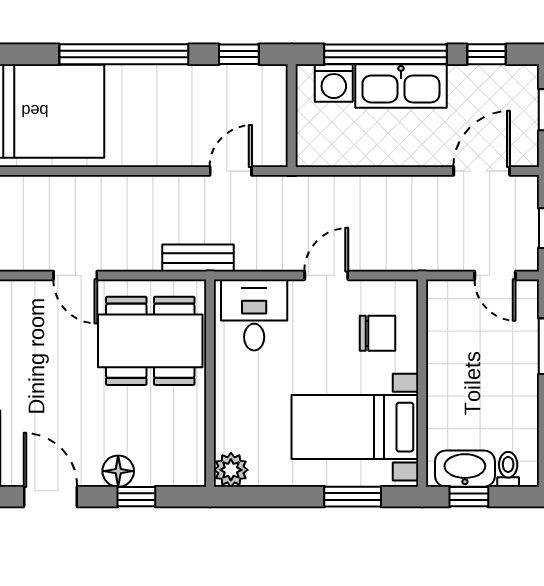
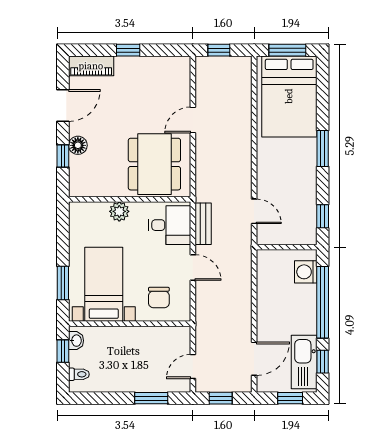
window: (124, 54) -> (323, 149), width x0.47
kitchen sink: (401, 86) -> (304, 362), moved
door: (482, 171) -> (254, 359), hinge flipped
bench: (198, 258) -> (203, 224), moved
washbasin: (465, 469) -> (76, 341), width x0.52, depth x0.69
plant: (231, 470) -> (119, 211), moved

